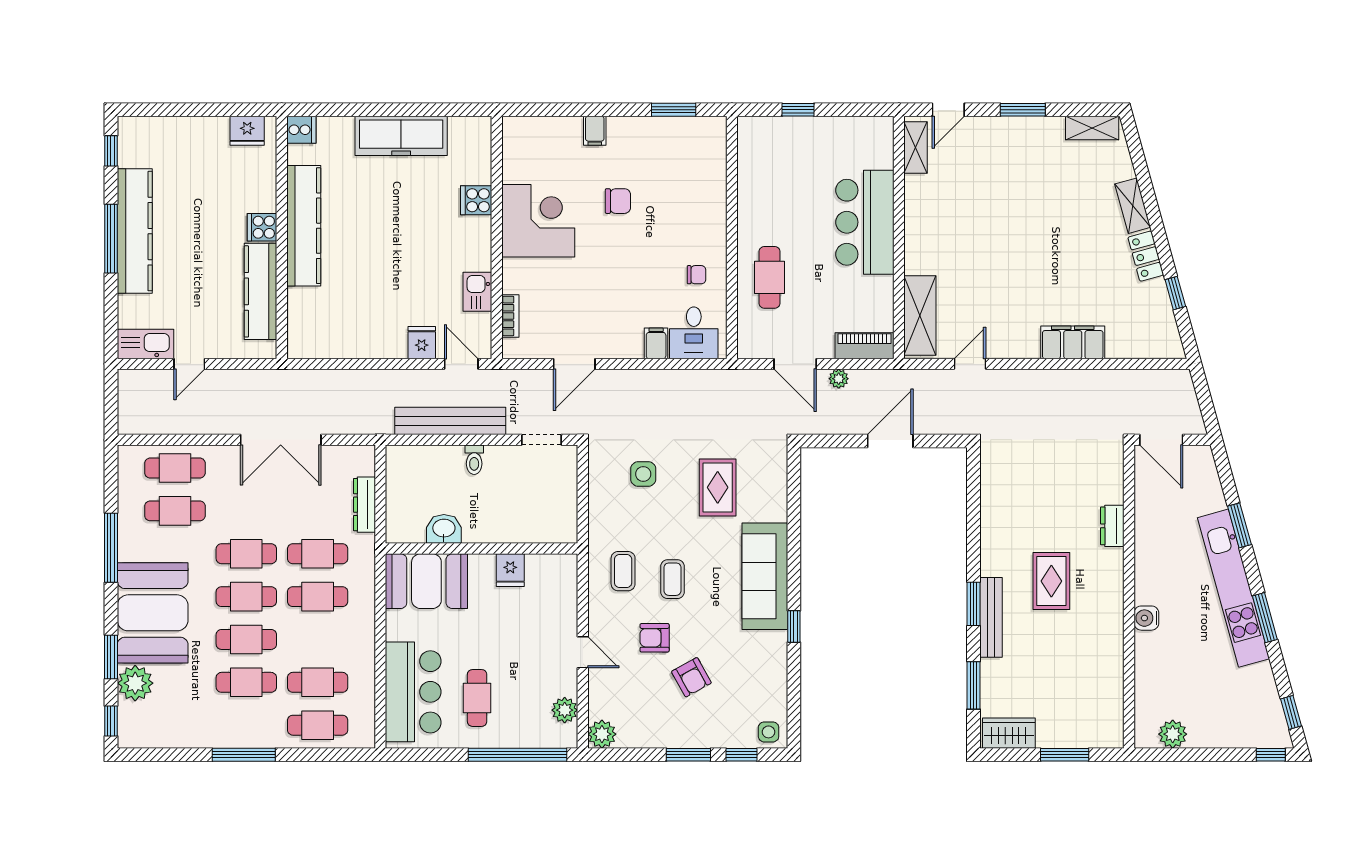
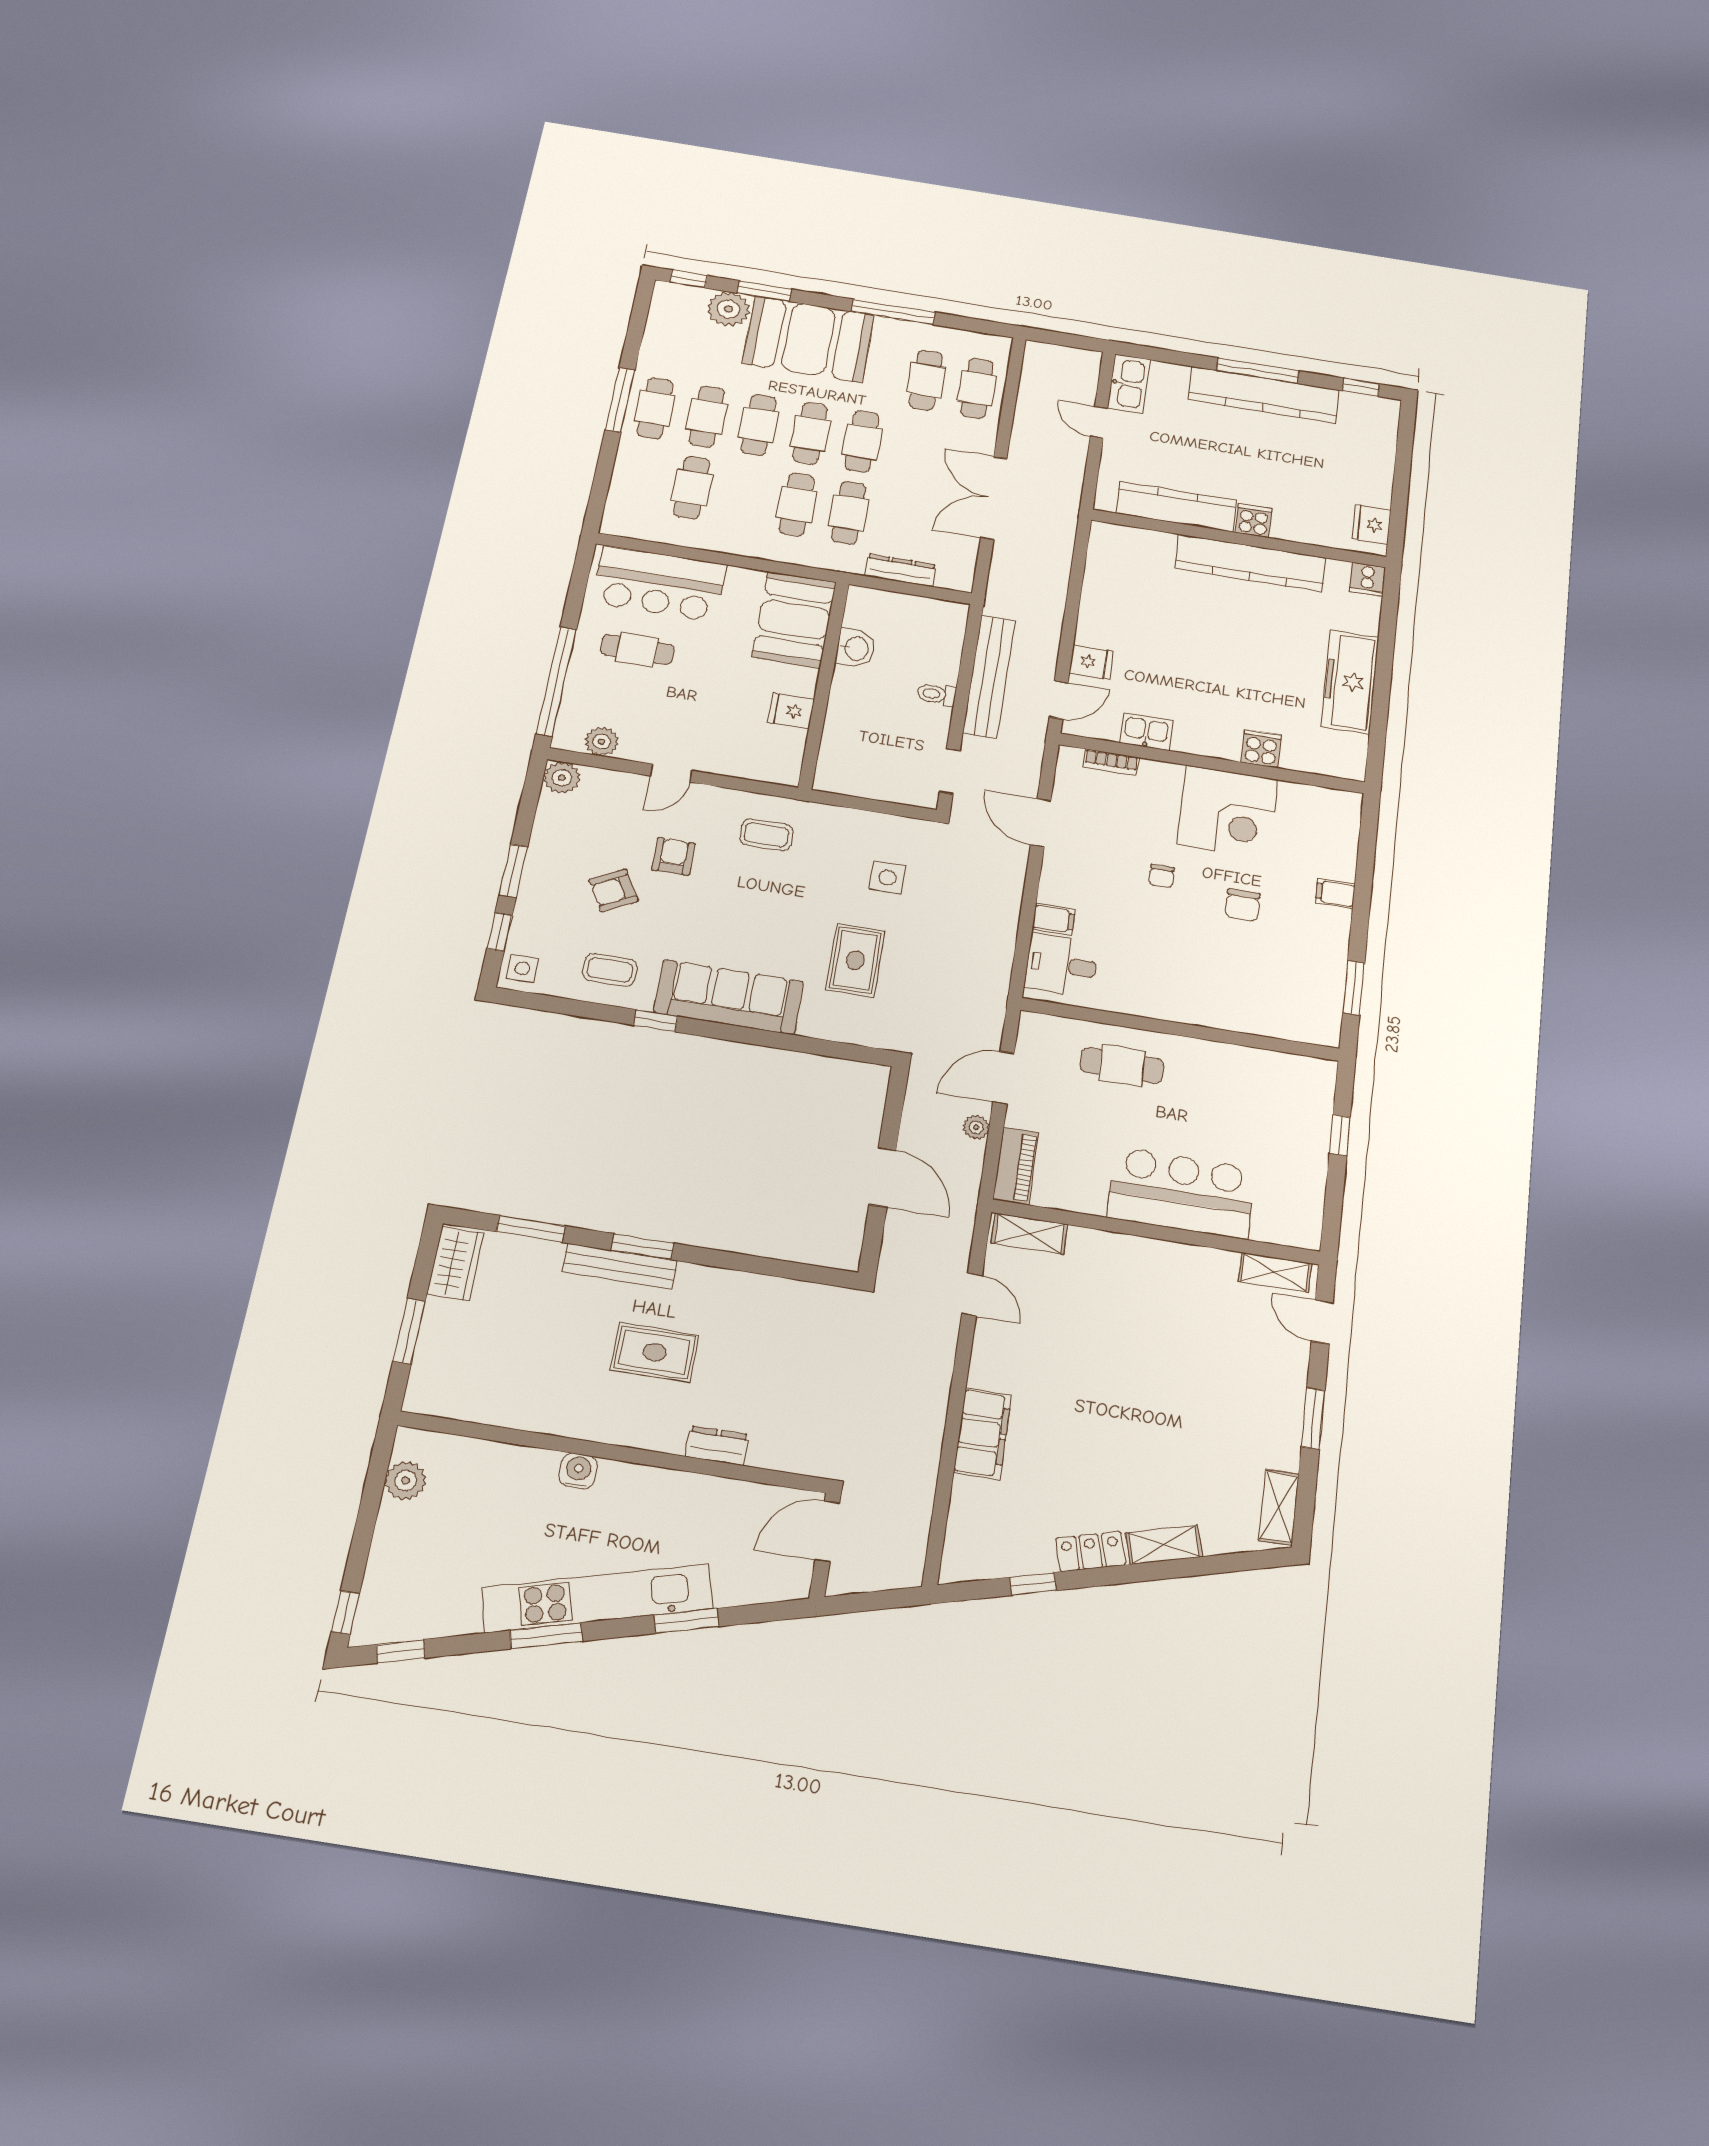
chair: (696, 275) -> (1161, 876), moved
shelving: (920, 316) -> (1030, 1234), width x0.67, depth x0.75
rug: (718, 487) -> (855, 960), turned 90
coffee table: (673, 579) -> (610, 970), moved
cafe table: (318, 725) -> (655, 408), moved

